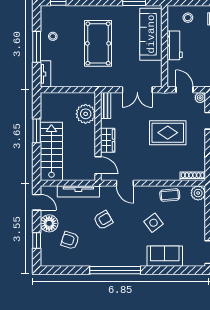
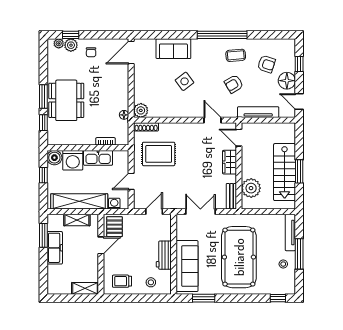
pool table: (98, 43) -> (239, 257), width x1.36, depth x1.32
tv unit: (46, 74) -> (290, 233), width x1.41
door: (185, 90) -> (154, 212), swing flipped
plant: (200, 98) -> (139, 204), removed
rug: (168, 133) -> (159, 154), moved
stairs: (51, 151) -> (285, 172), moved
coffee table: (170, 195) -> (236, 55), moved

